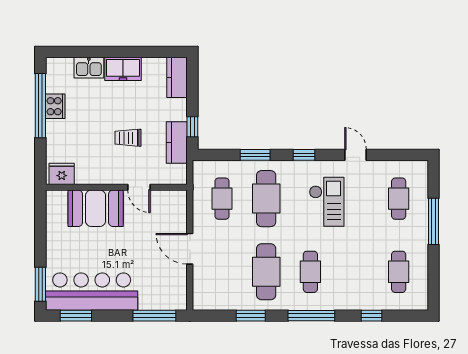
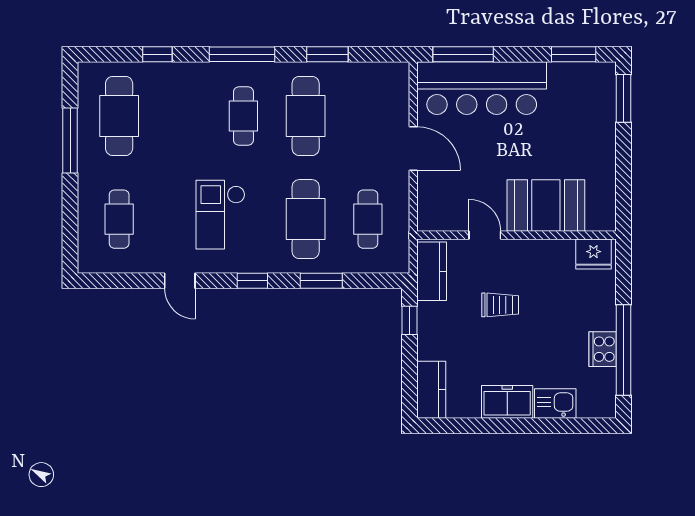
kitchen counter: (177, 142) -> (432, 271), moved
window: (434, 221) -> (70, 140), moved
cafe table: (399, 272) -> (119, 116), width x1.37, depth x1.35
bar counter: (92, 292) -> (482, 88), moved

